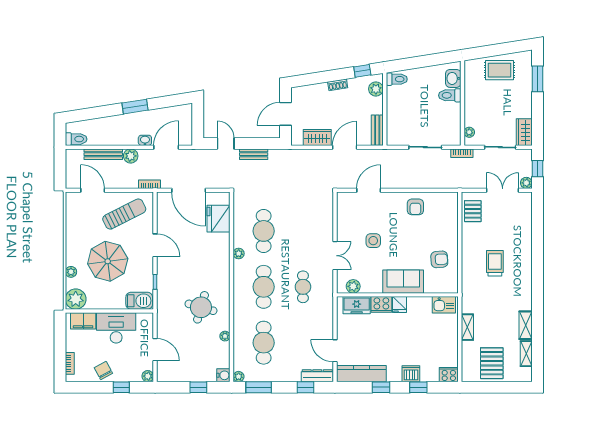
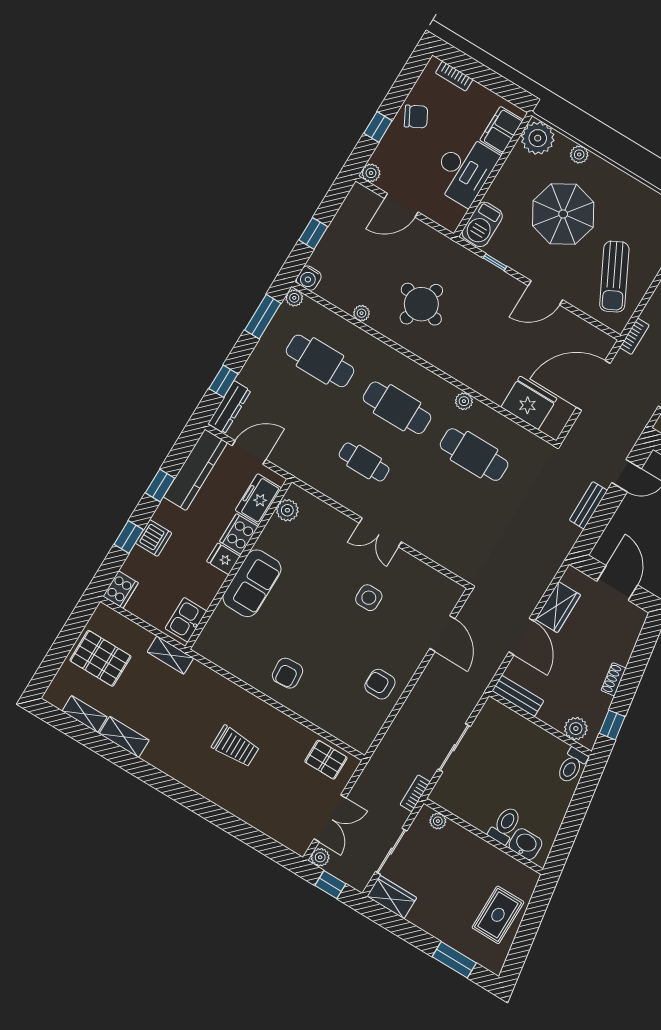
sofa: (403, 282) -> (252, 583), moved
plant: (353, 286) -> (287, 510), moved
wall: (397, 295) -> (239, 564), moved
cooker: (381, 304) -> (239, 534), moved
freezer: (357, 305) -> (258, 499), moved
fridge: (399, 305) -> (223, 559), moved
kitchen sink: (444, 305) -> (186, 620), moved

